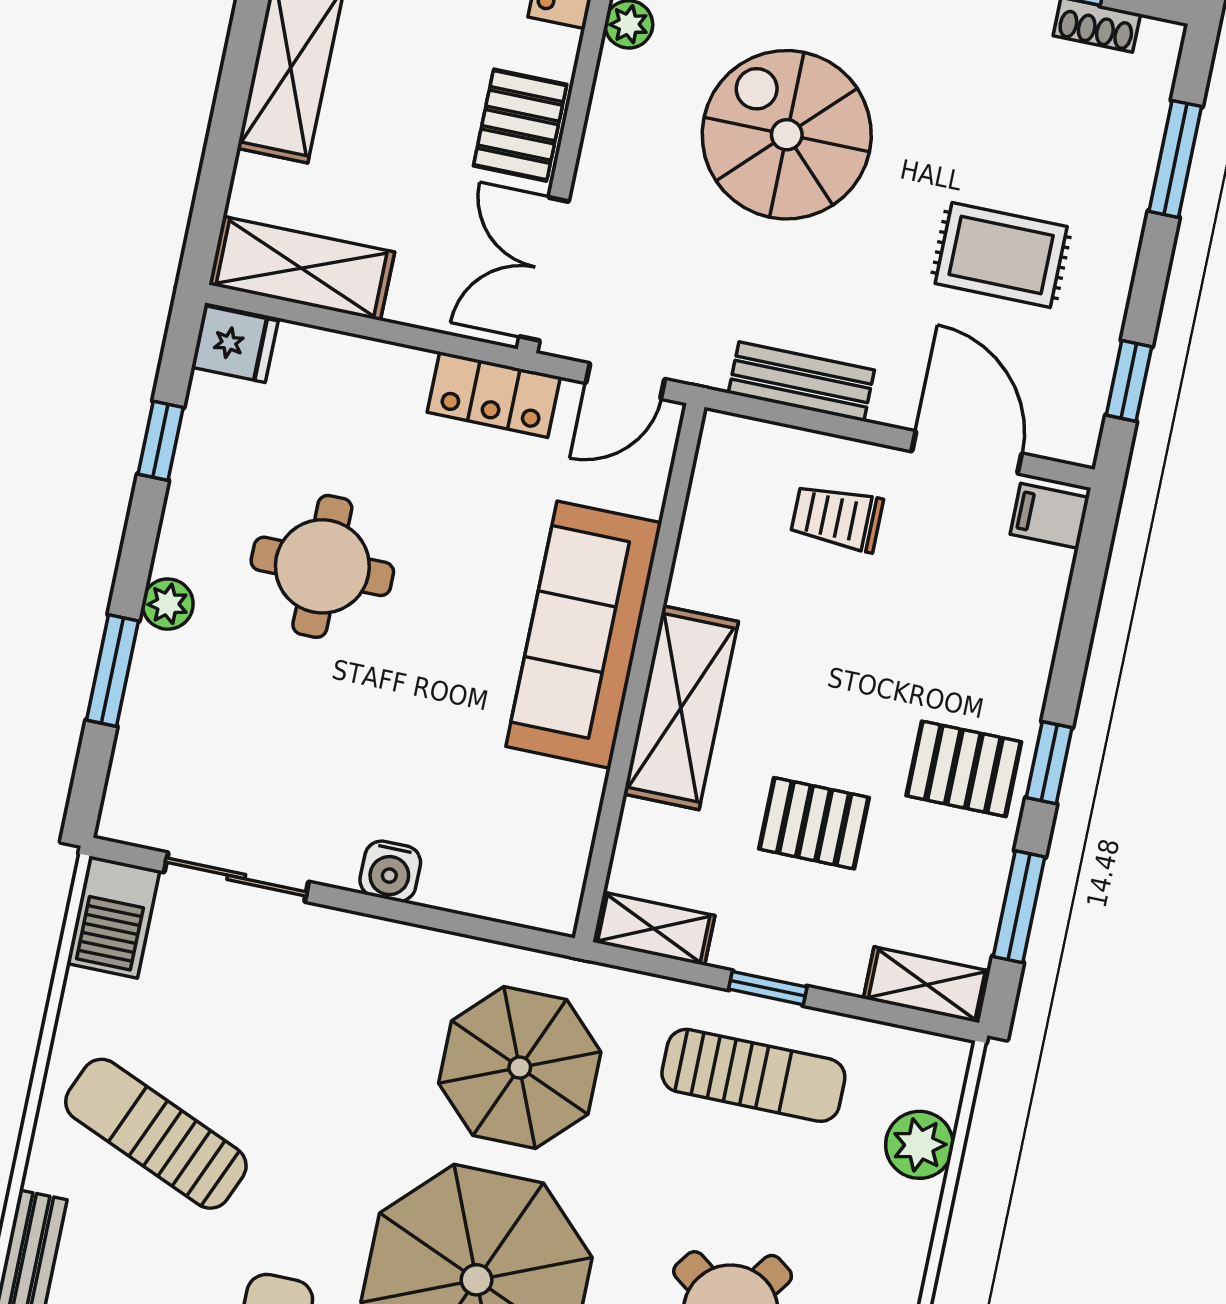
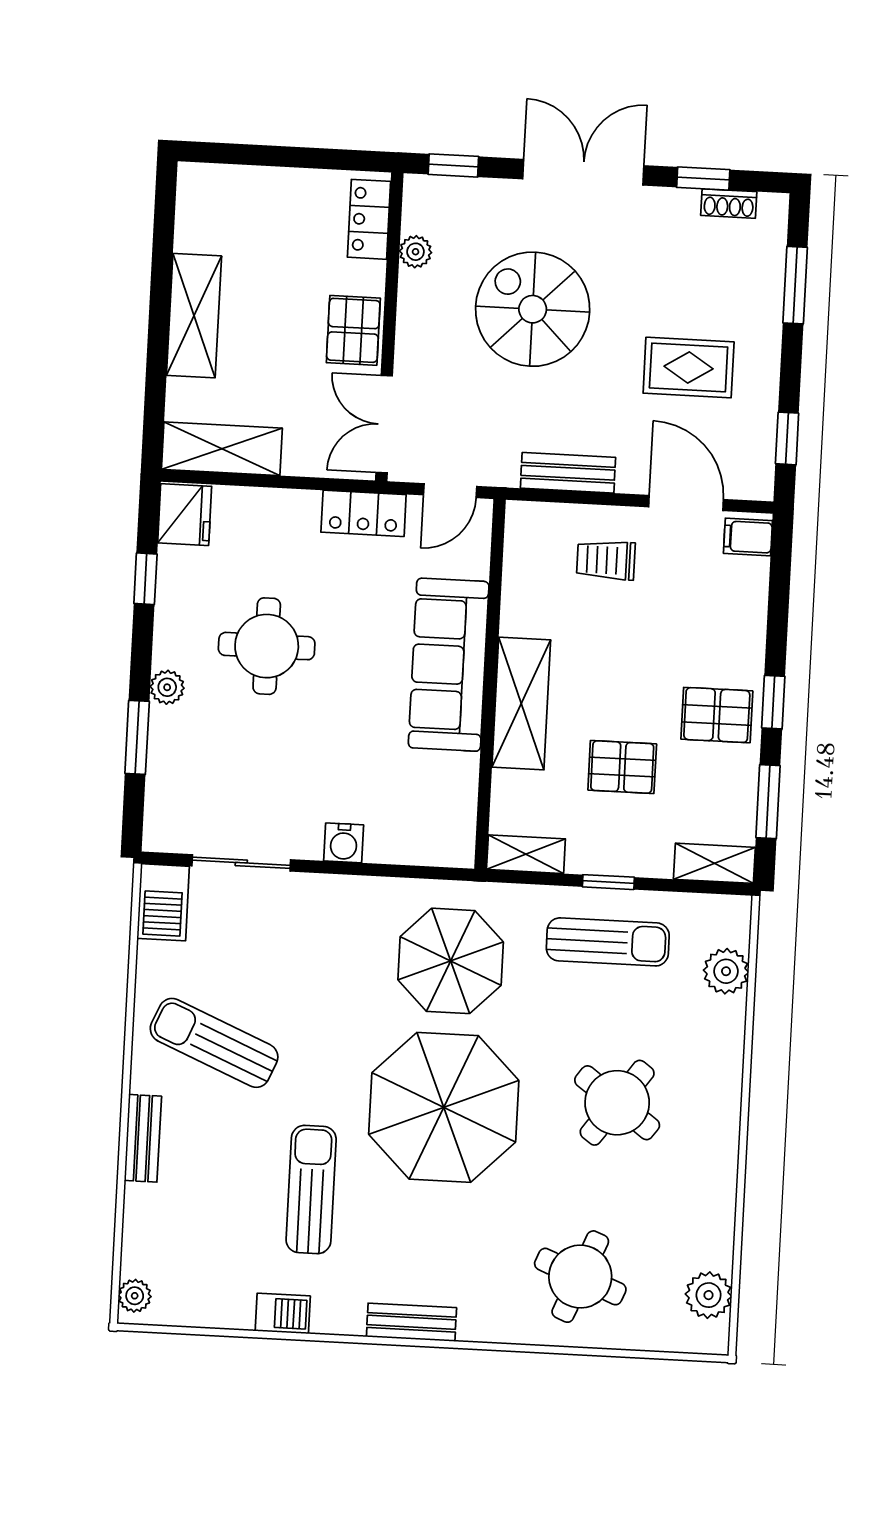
fridge: (235, 344) -> (185, 515), width x1.38

